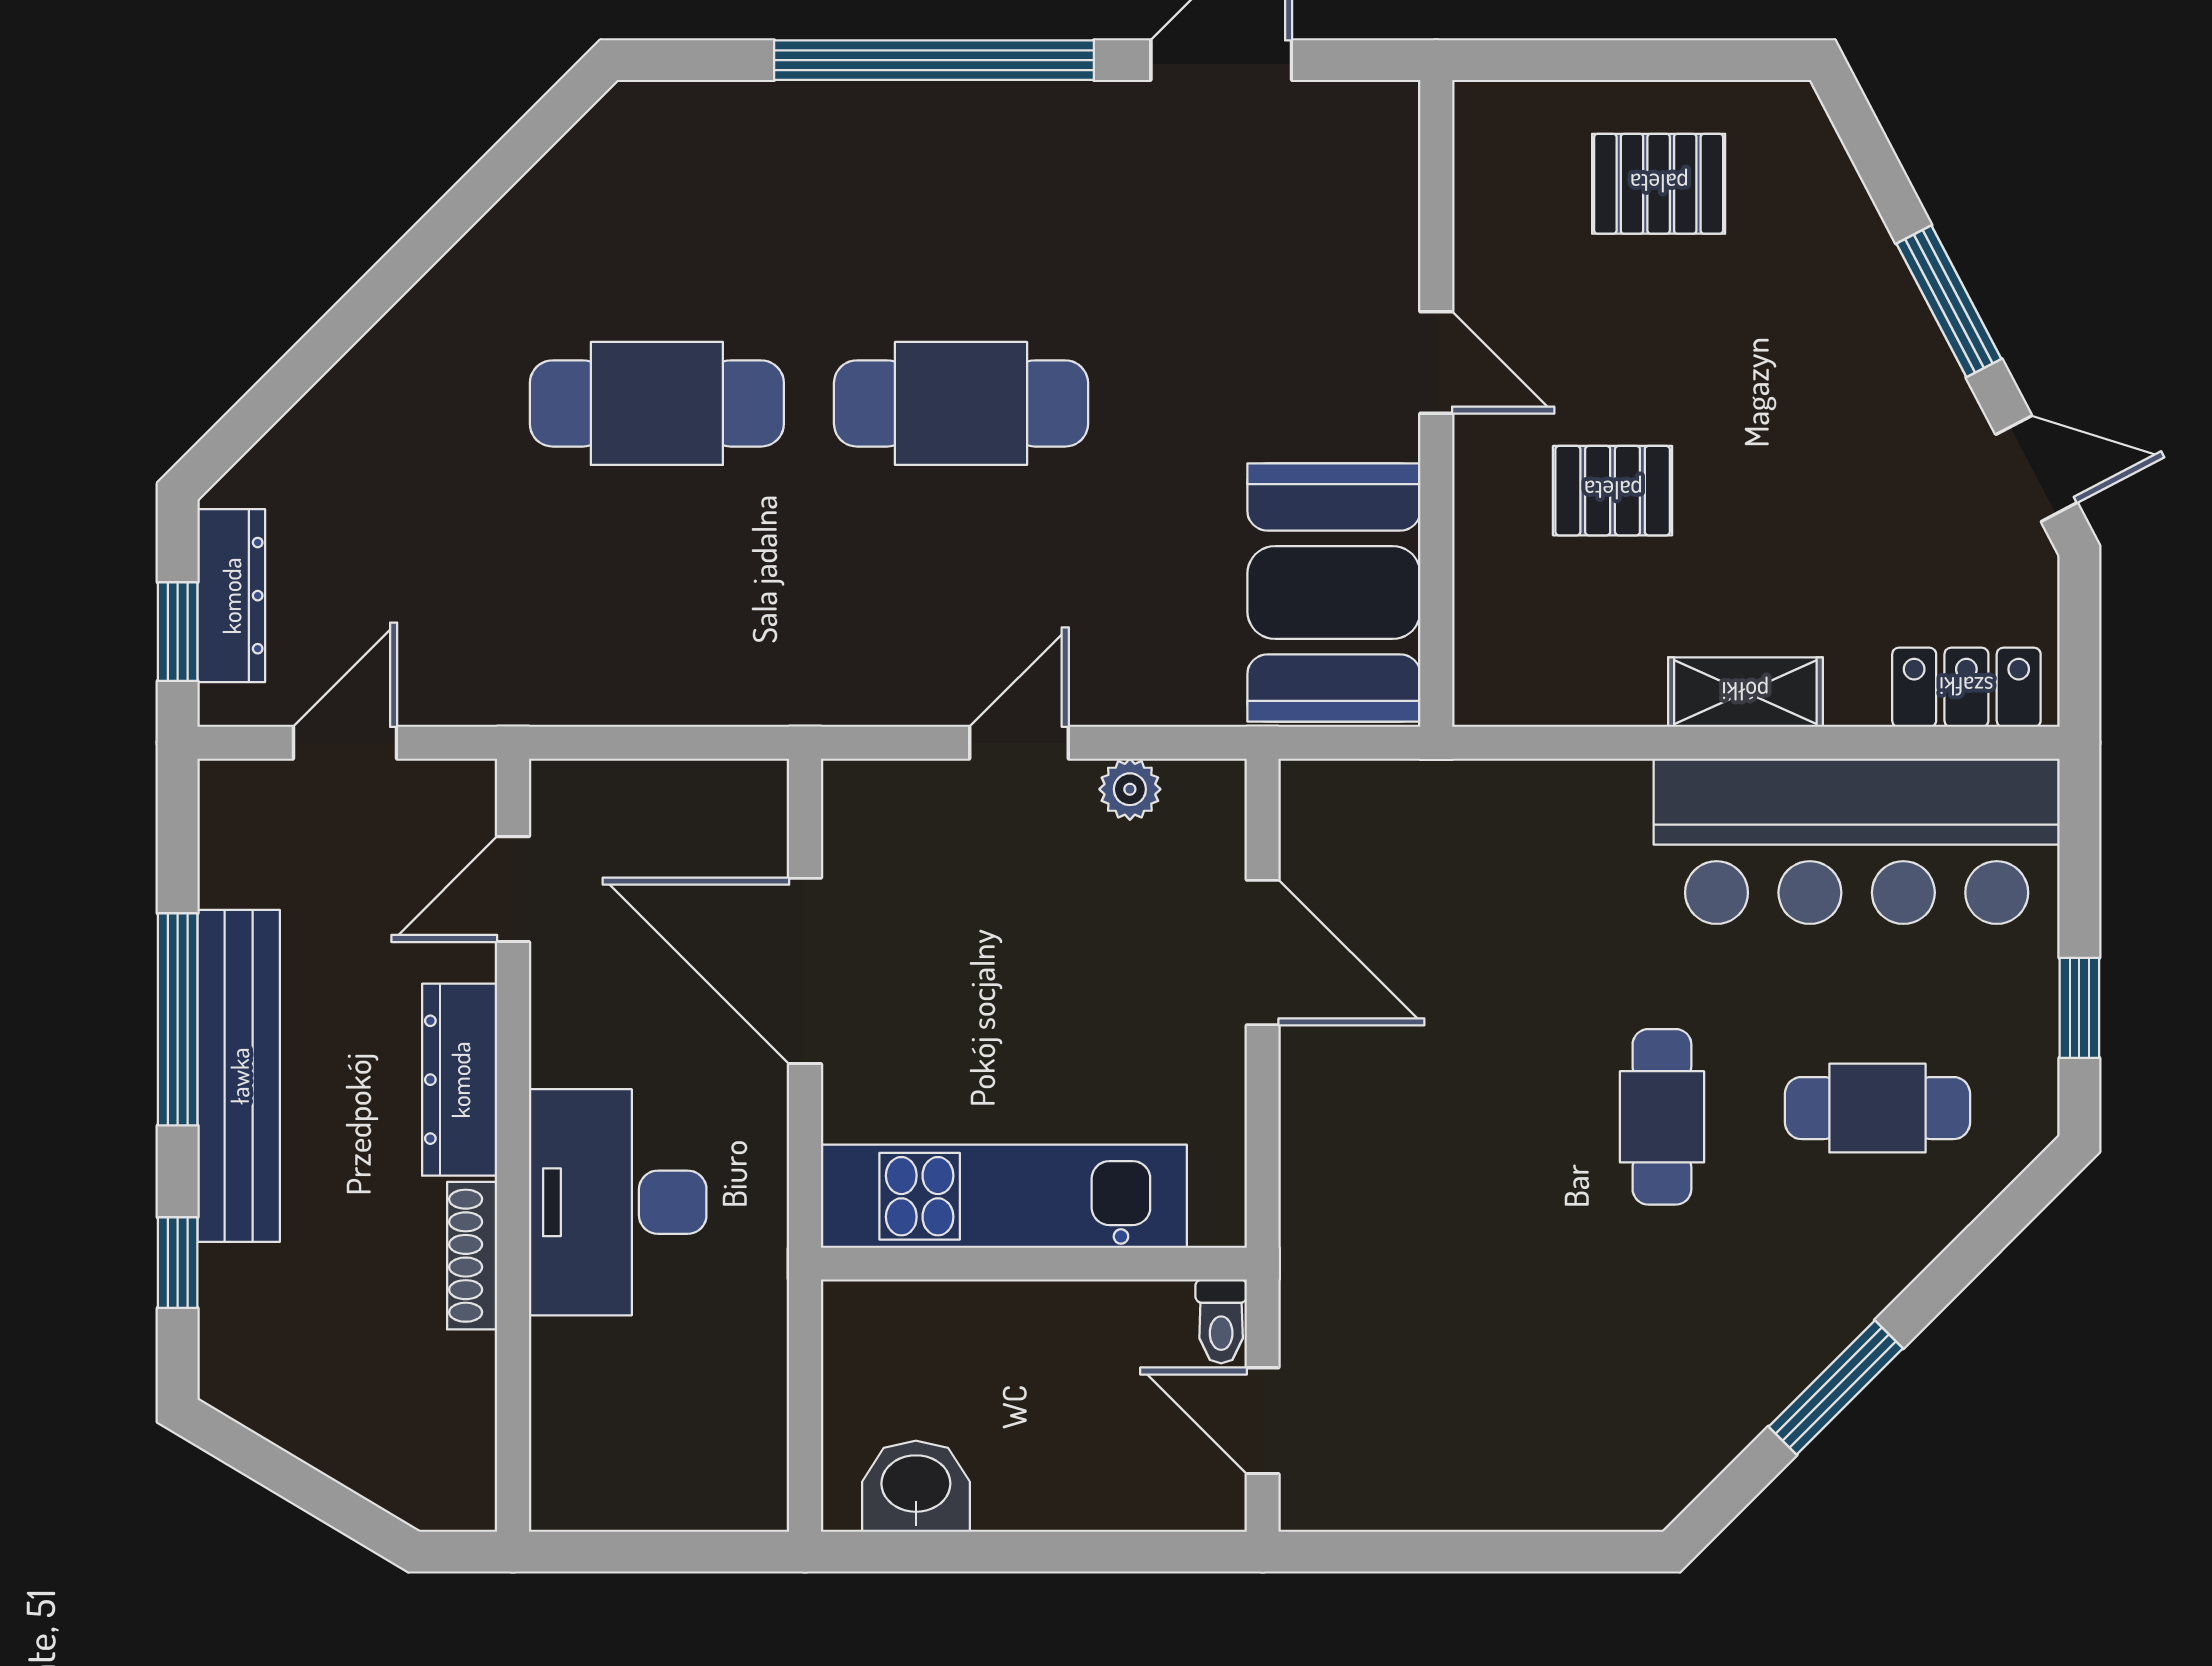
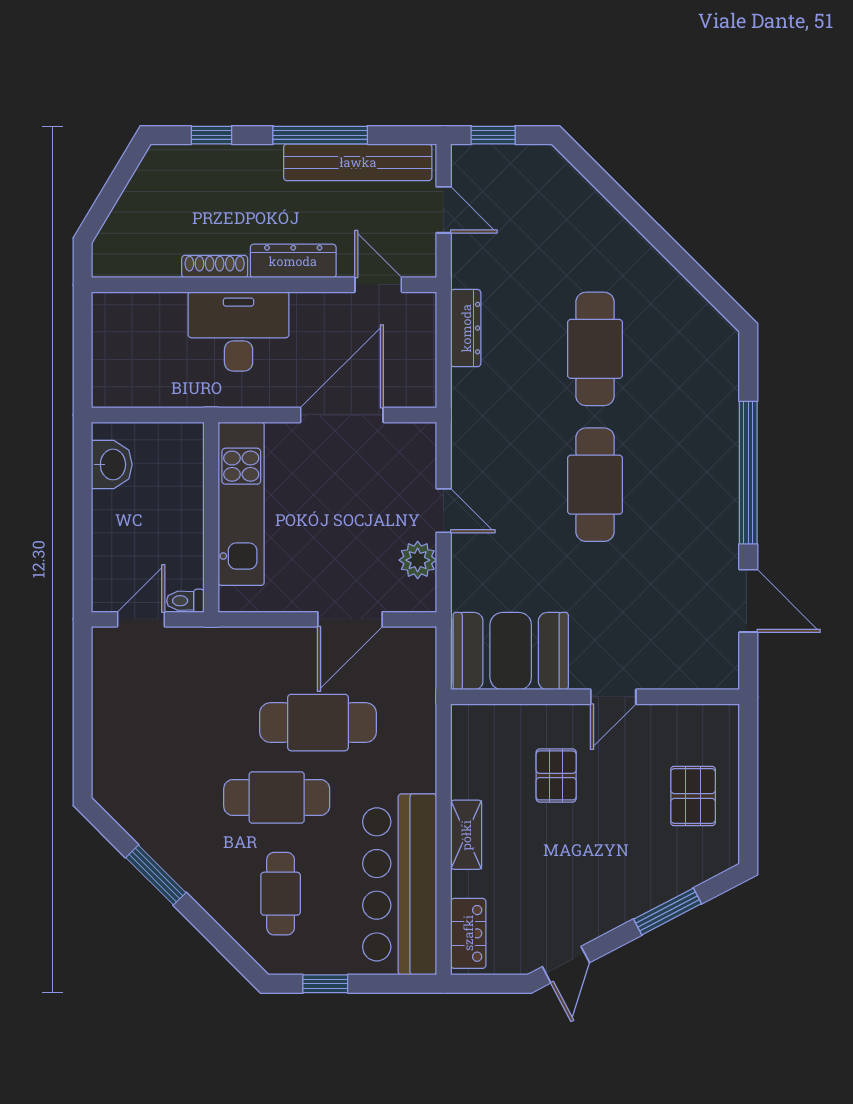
window: (1949, 301) -> (668, 911), moved
dresser: (231, 596) -> (466, 328), moved, turned -90
plant: (1130, 789) -> (418, 560), width x1.38, depth x1.38
cafe table: (1494, 1024) -> (318, 723), added
bench: (239, 1076) -> (358, 162), moved
cafe table: (1662, 1117) -> (277, 798), width x1.37, depth x1.35

